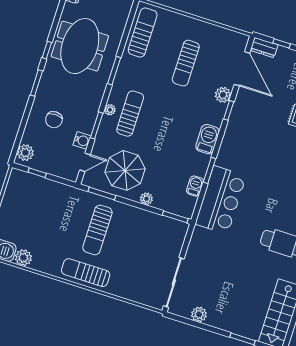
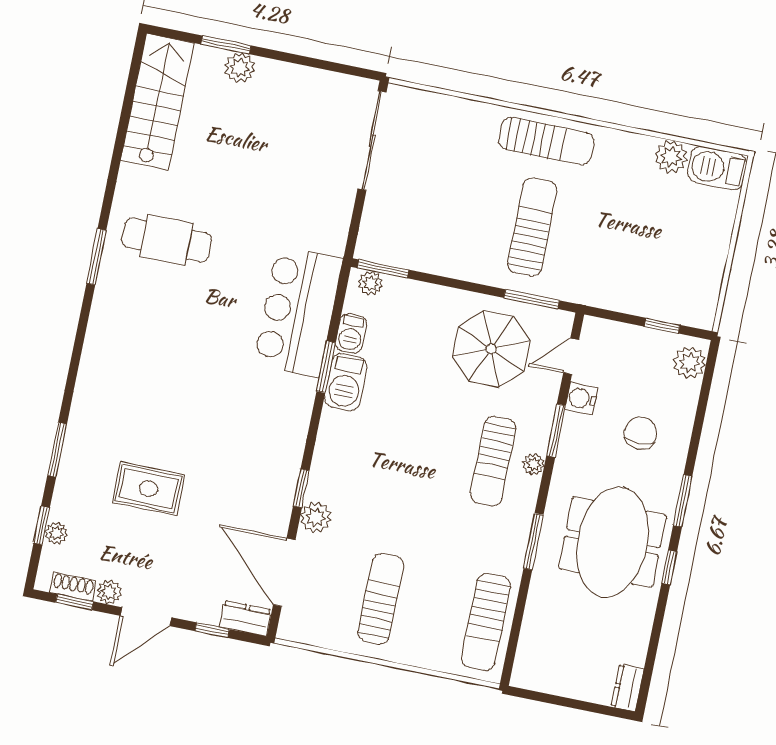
meeting table: (80, 46) -> (613, 542), moved
sun lounger: (186, 63) -> (381, 599), moved
barbecue: (208, 139) -> (346, 382), moved
plant: (146, 199) -> (371, 283), moved
plant: (199, 314) -> (240, 68), moved

